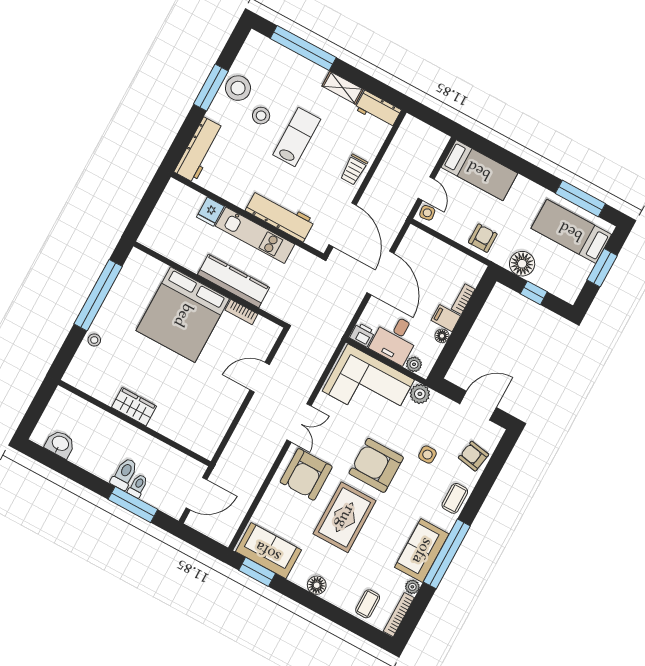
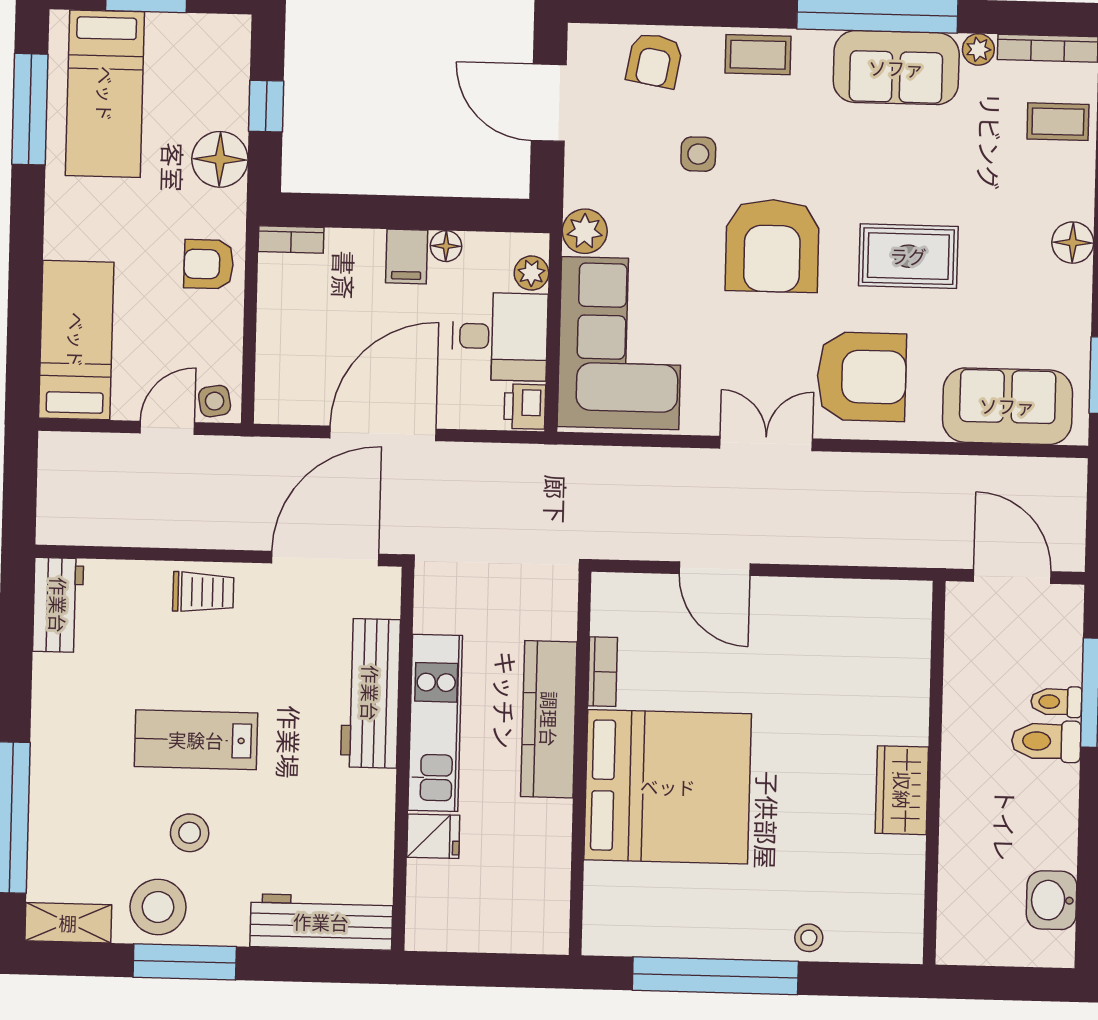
shelving: (343, 88) -> (68, 923), moved, turned 90
bookcase: (463, 299) -> (291, 240), moved
rug: (345, 517) -> (908, 256), width x0.73, depth x0.70
sofa: (268, 551) -> (1007, 406), moved, turned 90

